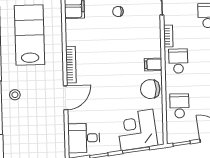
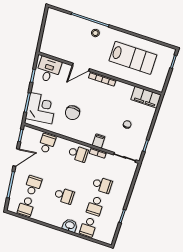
filing cabinet: (153, 64) -> (99, 141), moved
chair: (150, 89) -> (72, 113), moved, turned 180
door: (66, 98) -> (81, 67), hinge flipped
school desk: (179, 106) -> (47, 143), turned -90

